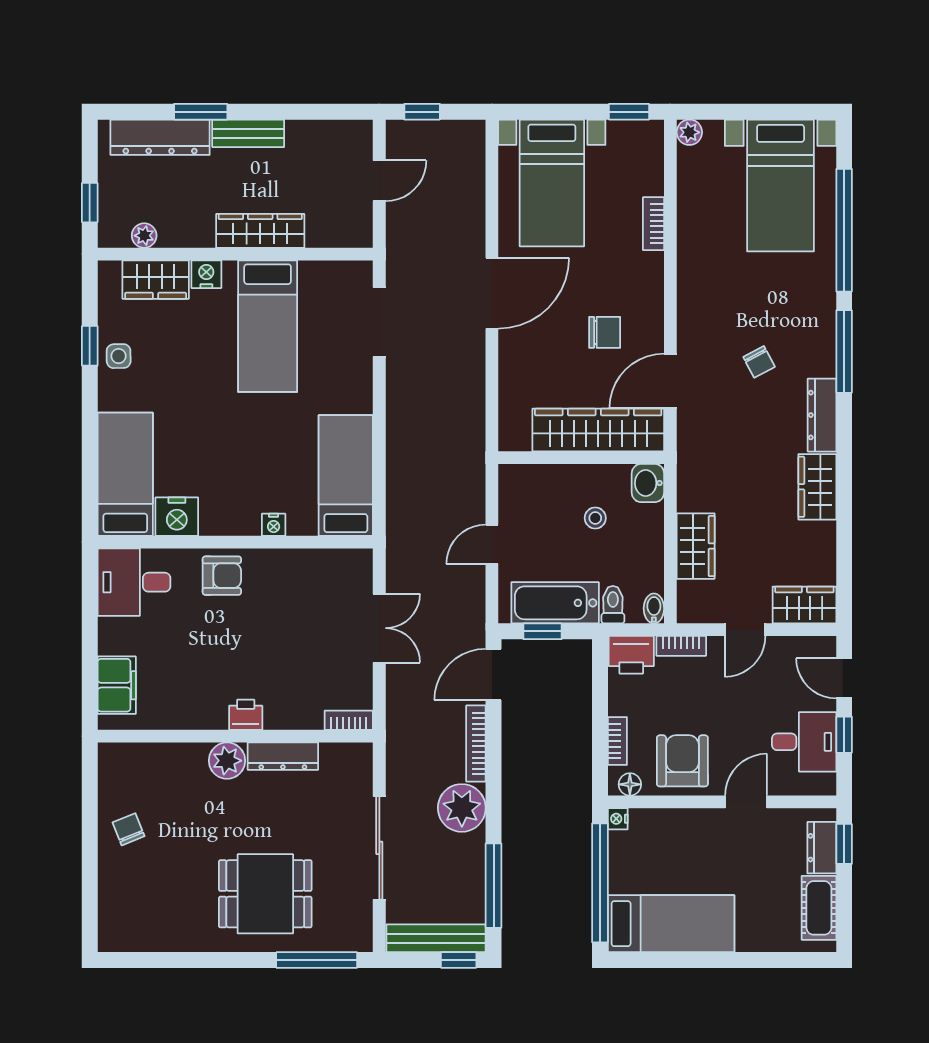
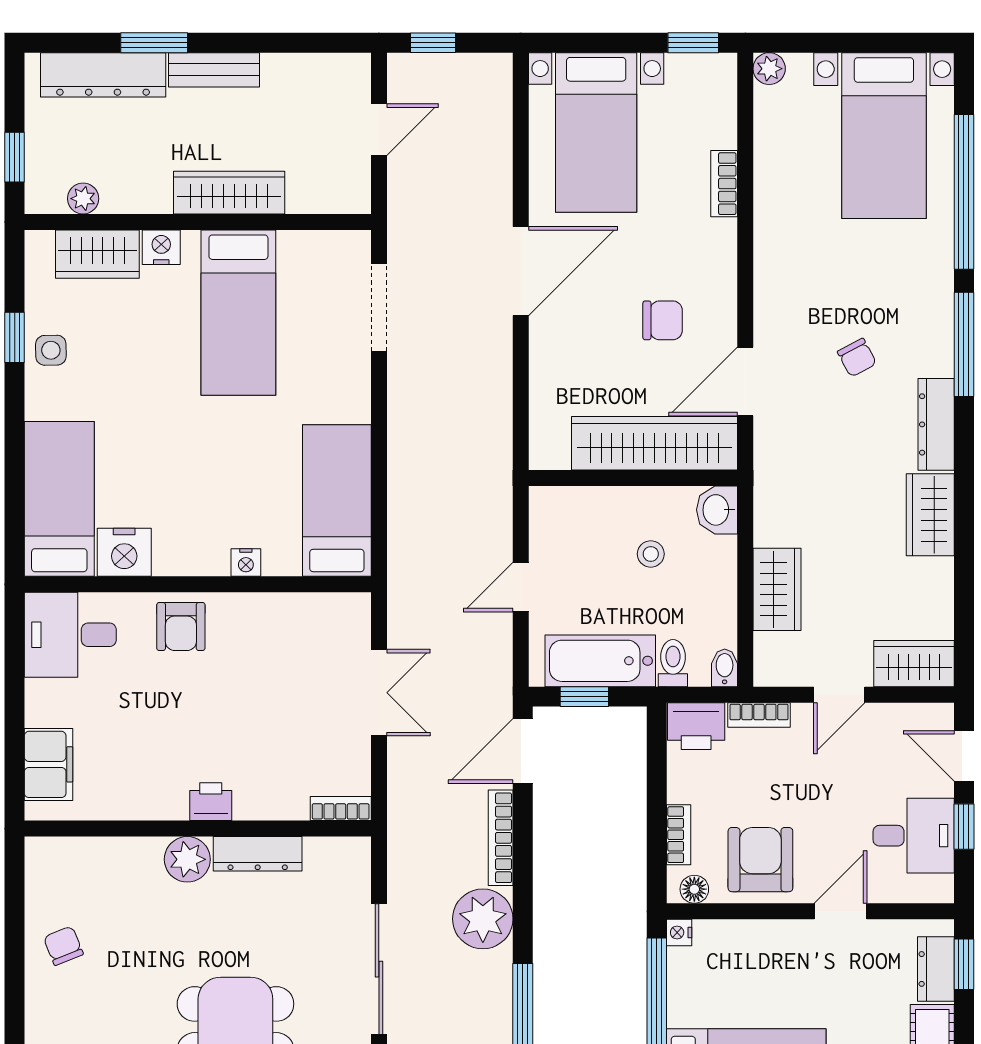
armchair: (222, 576) -> (181, 627), turned 90

